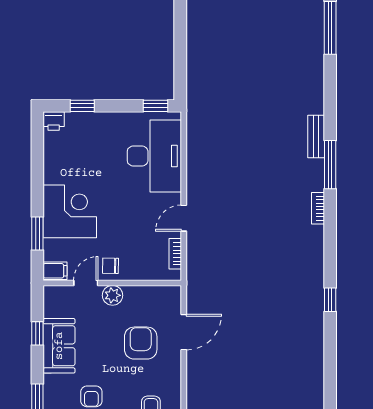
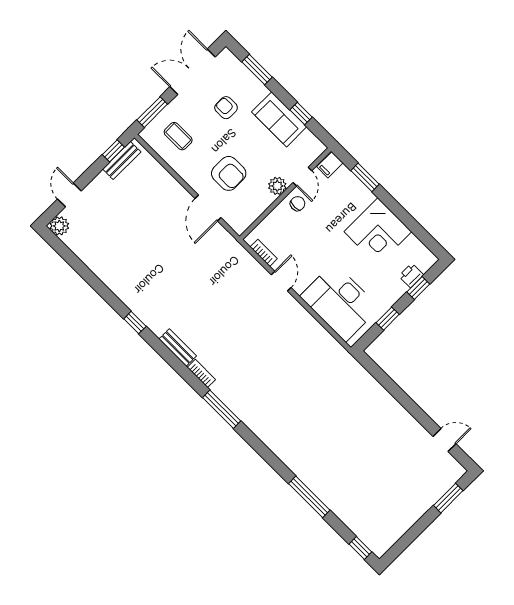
window: (156, 106) -> (388, 319), moved
printer: (54, 121) -> (411, 276), moved
bench: (316, 137) -> (178, 347), moved
corner desk: (70, 211) -> (378, 232), moved

